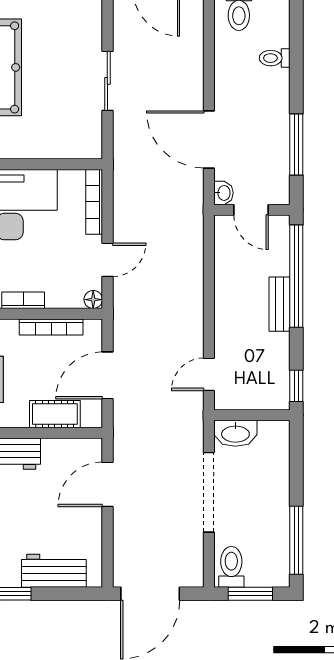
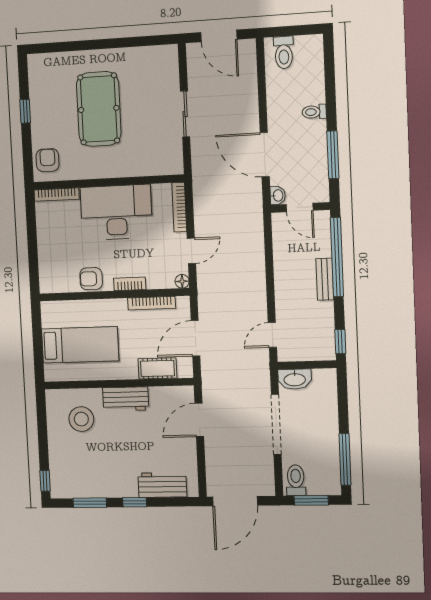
toilet: (275, 58) -> (314, 112), moved

